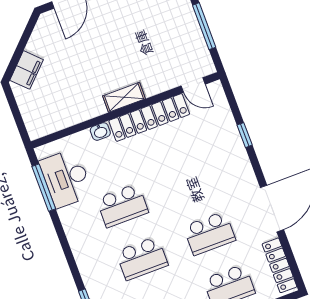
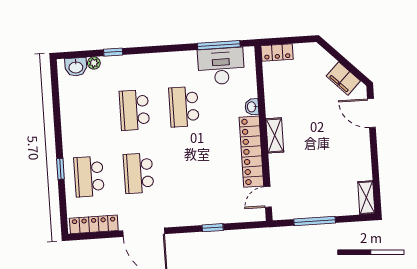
filing cabinet: (26, 70) -> (343, 78), moved
locker: (33, 122) -> (277, 52), added

